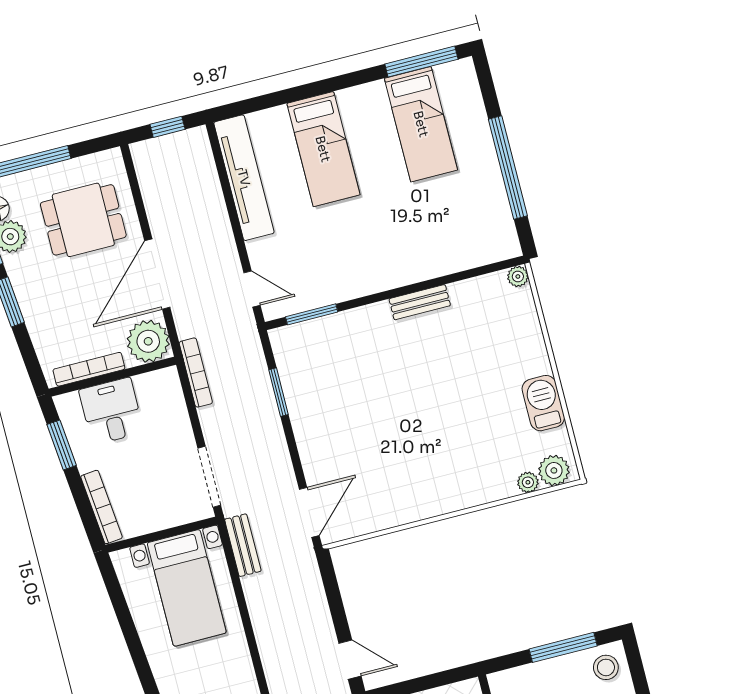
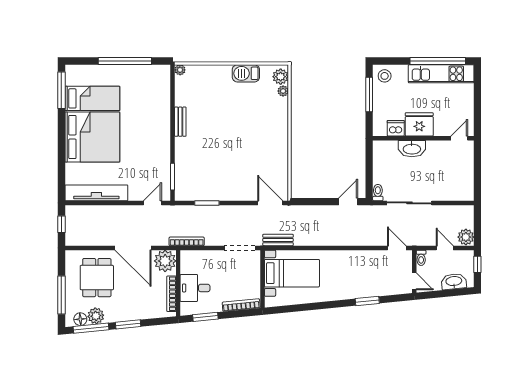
bed: (323, 149) -> (92, 137), width x2.04

